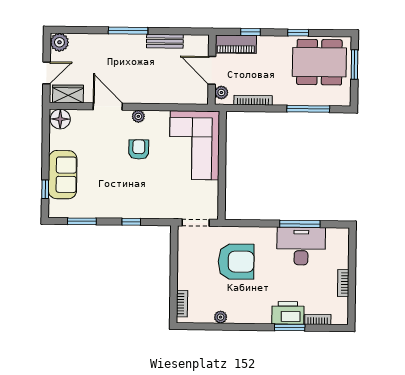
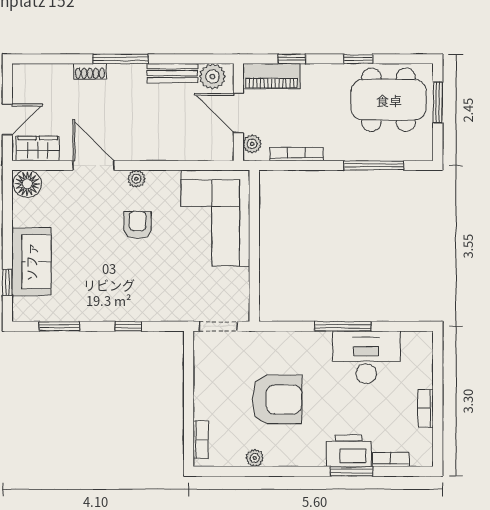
shoe rack: (106, 39) -> (90, 71), added
plant: (59, 42) -> (212, 76), moved
window: (300, 224) -> (343, 326), moved
armchair: (236, 262) -> (277, 399), moved

